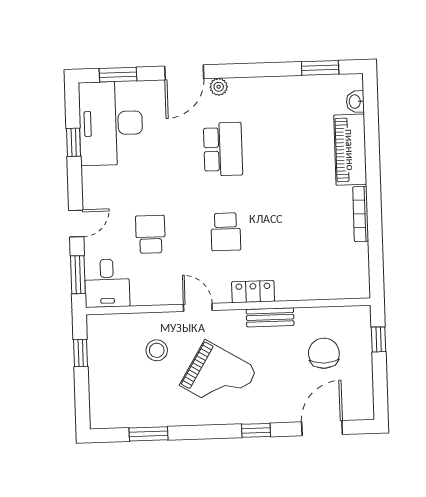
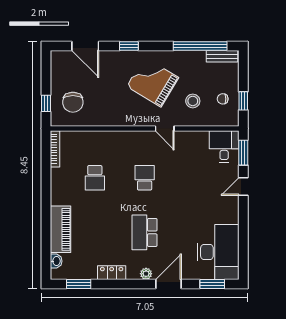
window: (74, 142) -> (243, 240), removed
bookcase: (361, 214) -> (55, 149), moved
school desk: (150, 234) -> (95, 178), moved
locker: (253, 292) -> (112, 273), moved, turned 180
bench: (270, 317) -> (222, 56), moved
chair: (324, 353) -> (73, 102), moved
chair: (112, 355) -> (223, 99), added
door: (322, 428) -> (85, 46), hinge flipped
window: (148, 434) -> (200, 46), width x2.11

